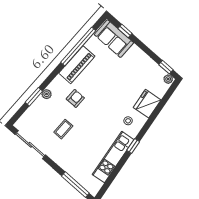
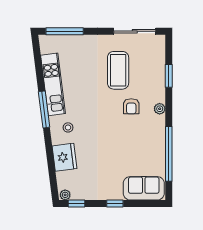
window: (125, 31) -> (115, 203), moved
piano: (77, 65) -> (156, 137), removed
plant: (47, 94) -> (160, 109), moved
coffee table: (63, 129) -> (118, 70), width x1.86, depth x1.72
window: (133, 146) -> (44, 109), width x2.17

